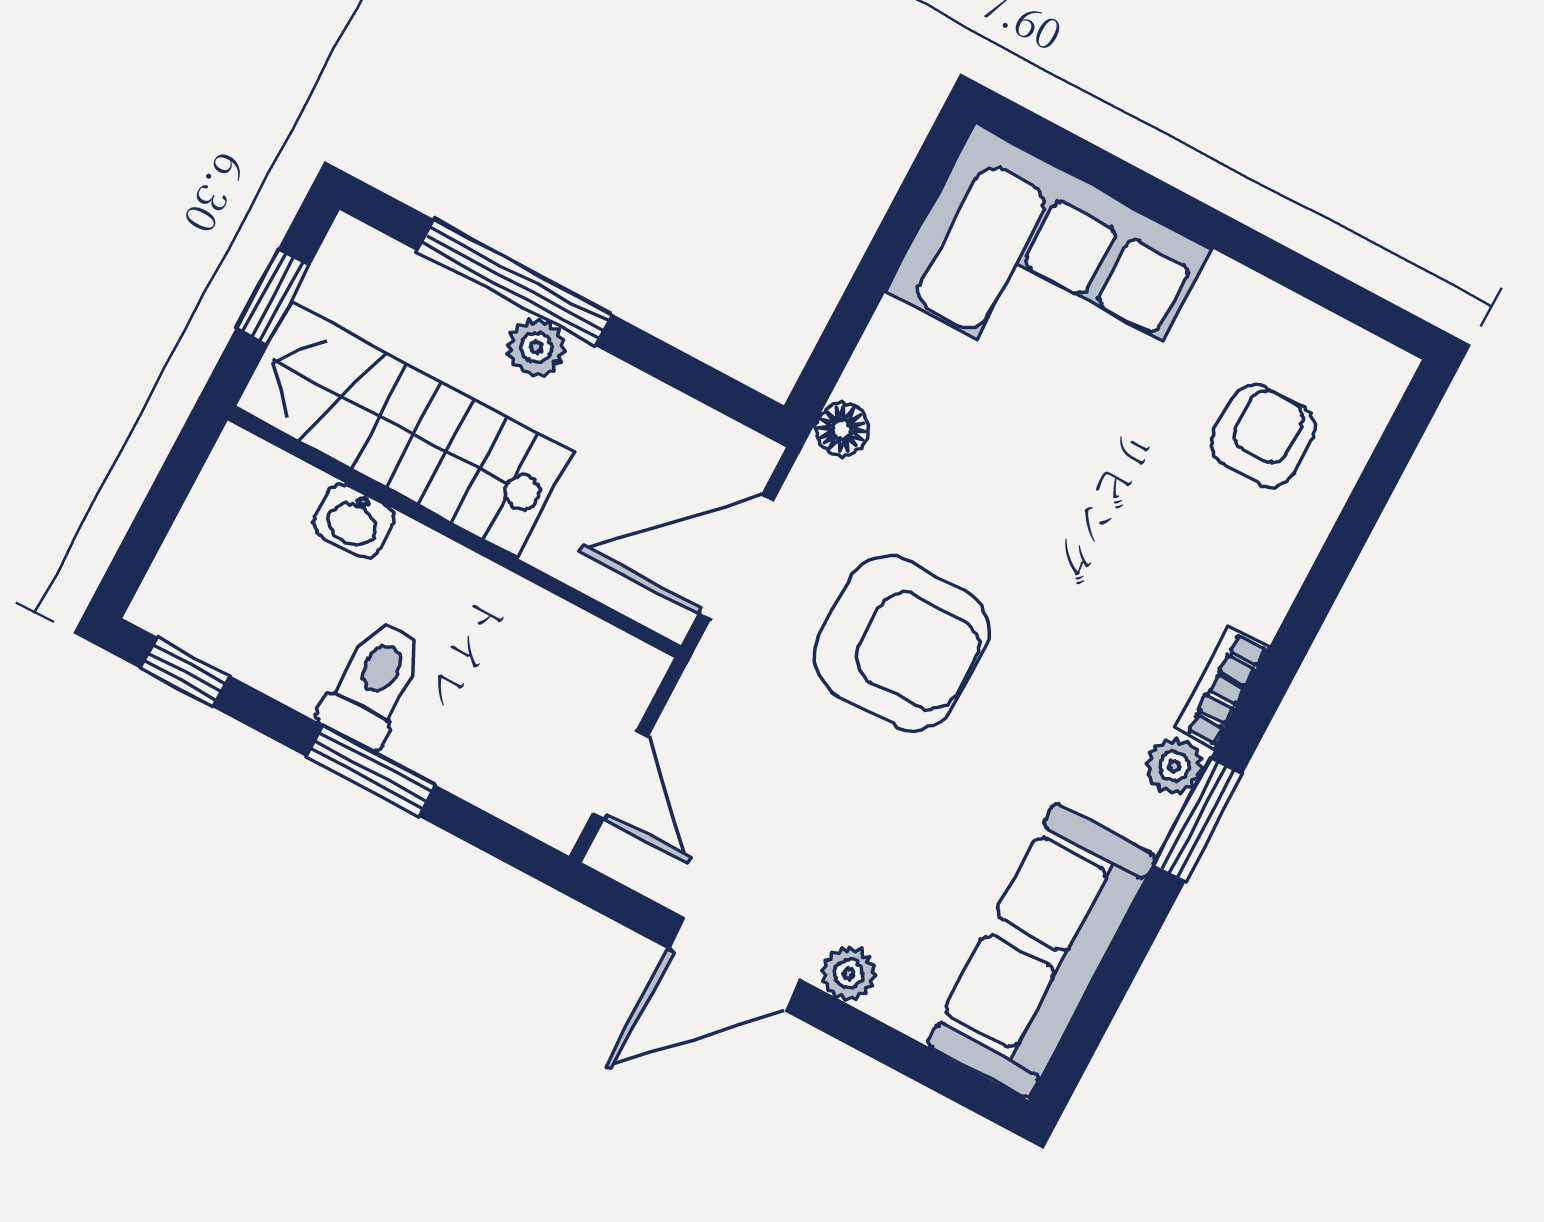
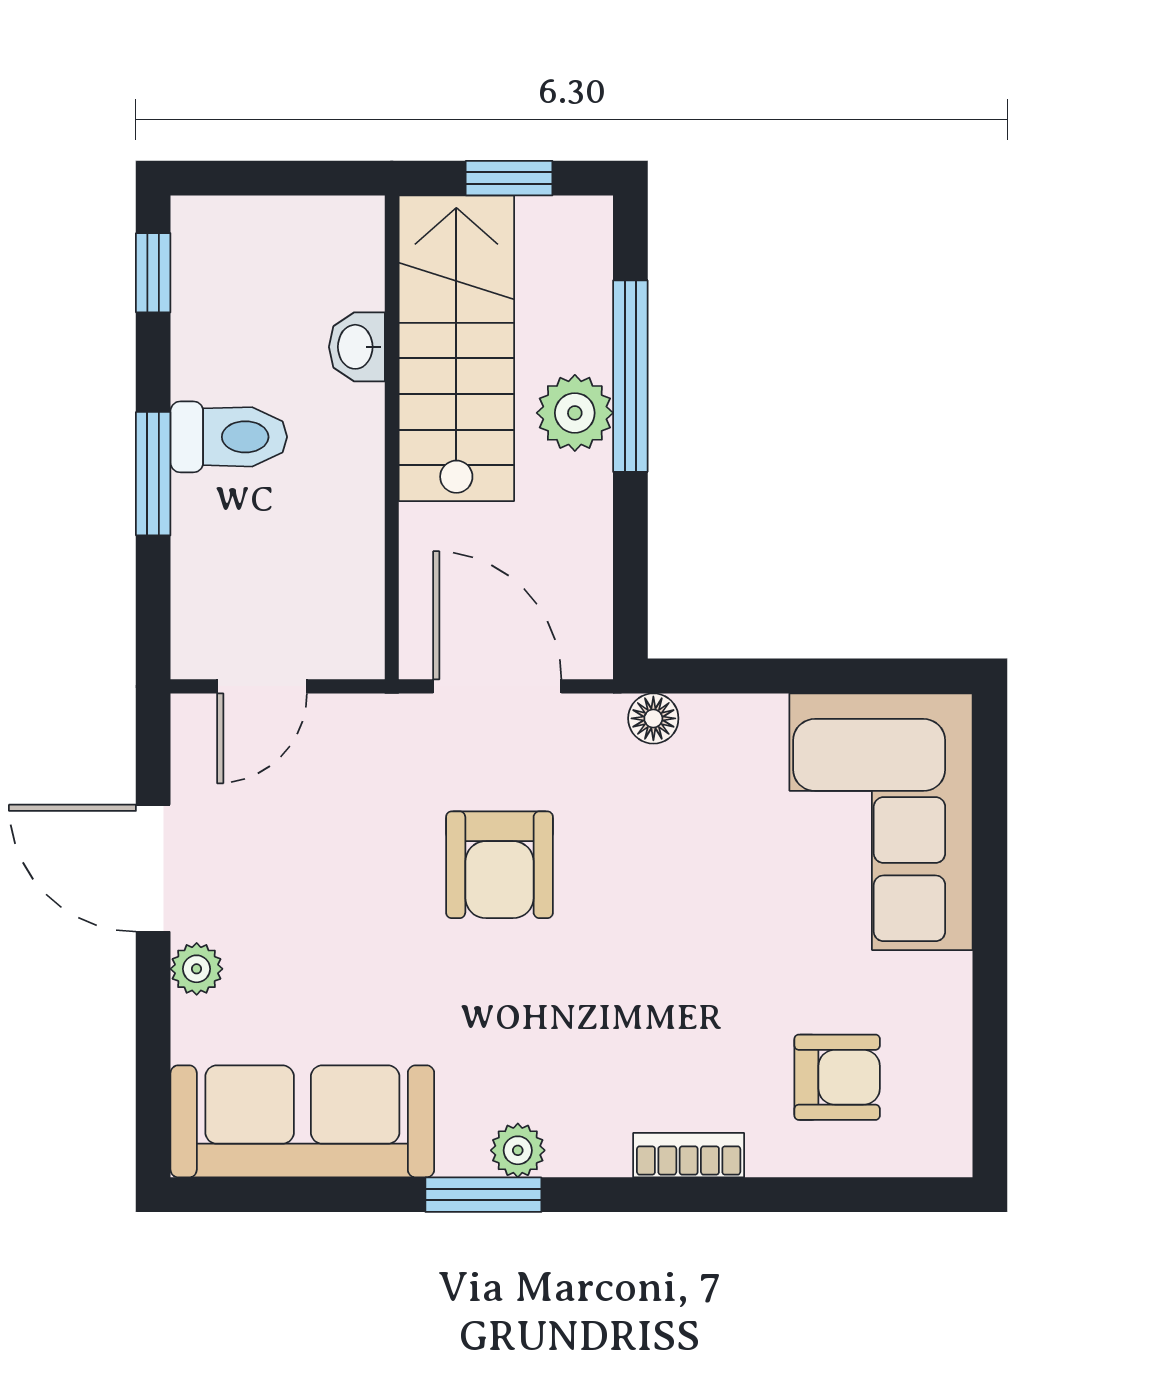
plant: (536, 347) -> (575, 413), width x1.38, depth x1.38
armchair: (901, 643) -> (499, 865), width x0.73, depth x0.73
bookcase: (1222, 687) -> (689, 1155), moved

